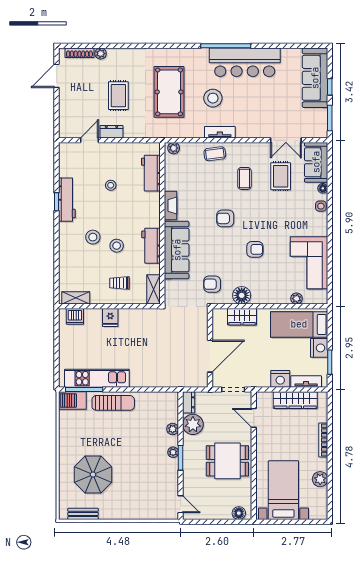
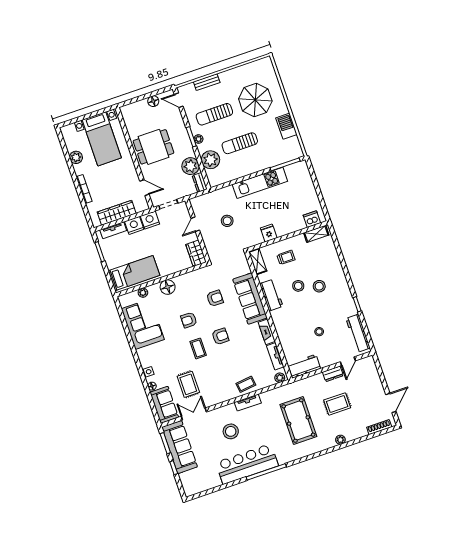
plant: (101, 54) -> (340, 440), moved
sofa: (315, 78) -> (180, 447), moved
rug: (118, 96) -> (337, 404), turned 90
stool: (213, 98) -> (231, 431), moved
workbench: (151, 173) -> (304, 366), moved, turned -90
tv unit: (170, 174) -> (275, 356), added
coffee table: (244, 178) -> (198, 348), moved
workbench: (67, 200) -> (358, 333), moved
armchair: (212, 284) -> (215, 298), moved
floor lamp: (242, 295) -> (168, 287), moved
wardrobe: (242, 317) -> (196, 253), moved, turned -90
fridge: (110, 318) -> (269, 233), moved
stool: (172, 348) -> (227, 221), added
nightstand: (319, 348) -> (150, 220), moved, turned 90
door: (210, 356) -> (195, 224), width x0.53
kitchen unit: (97, 378) -> (260, 183), moved
barbecue: (72, 401) -> (286, 126), moved, turned -90
sun lounger: (113, 403) -> (240, 143), moved
plant: (173, 429) -> (210, 160), width x1.87, depth x1.87
sun lounger: (145, 474) -> (214, 114), added
floor lamp: (239, 513) -> (153, 101), moved
bench: (83, 514) -> (207, 82), moved

